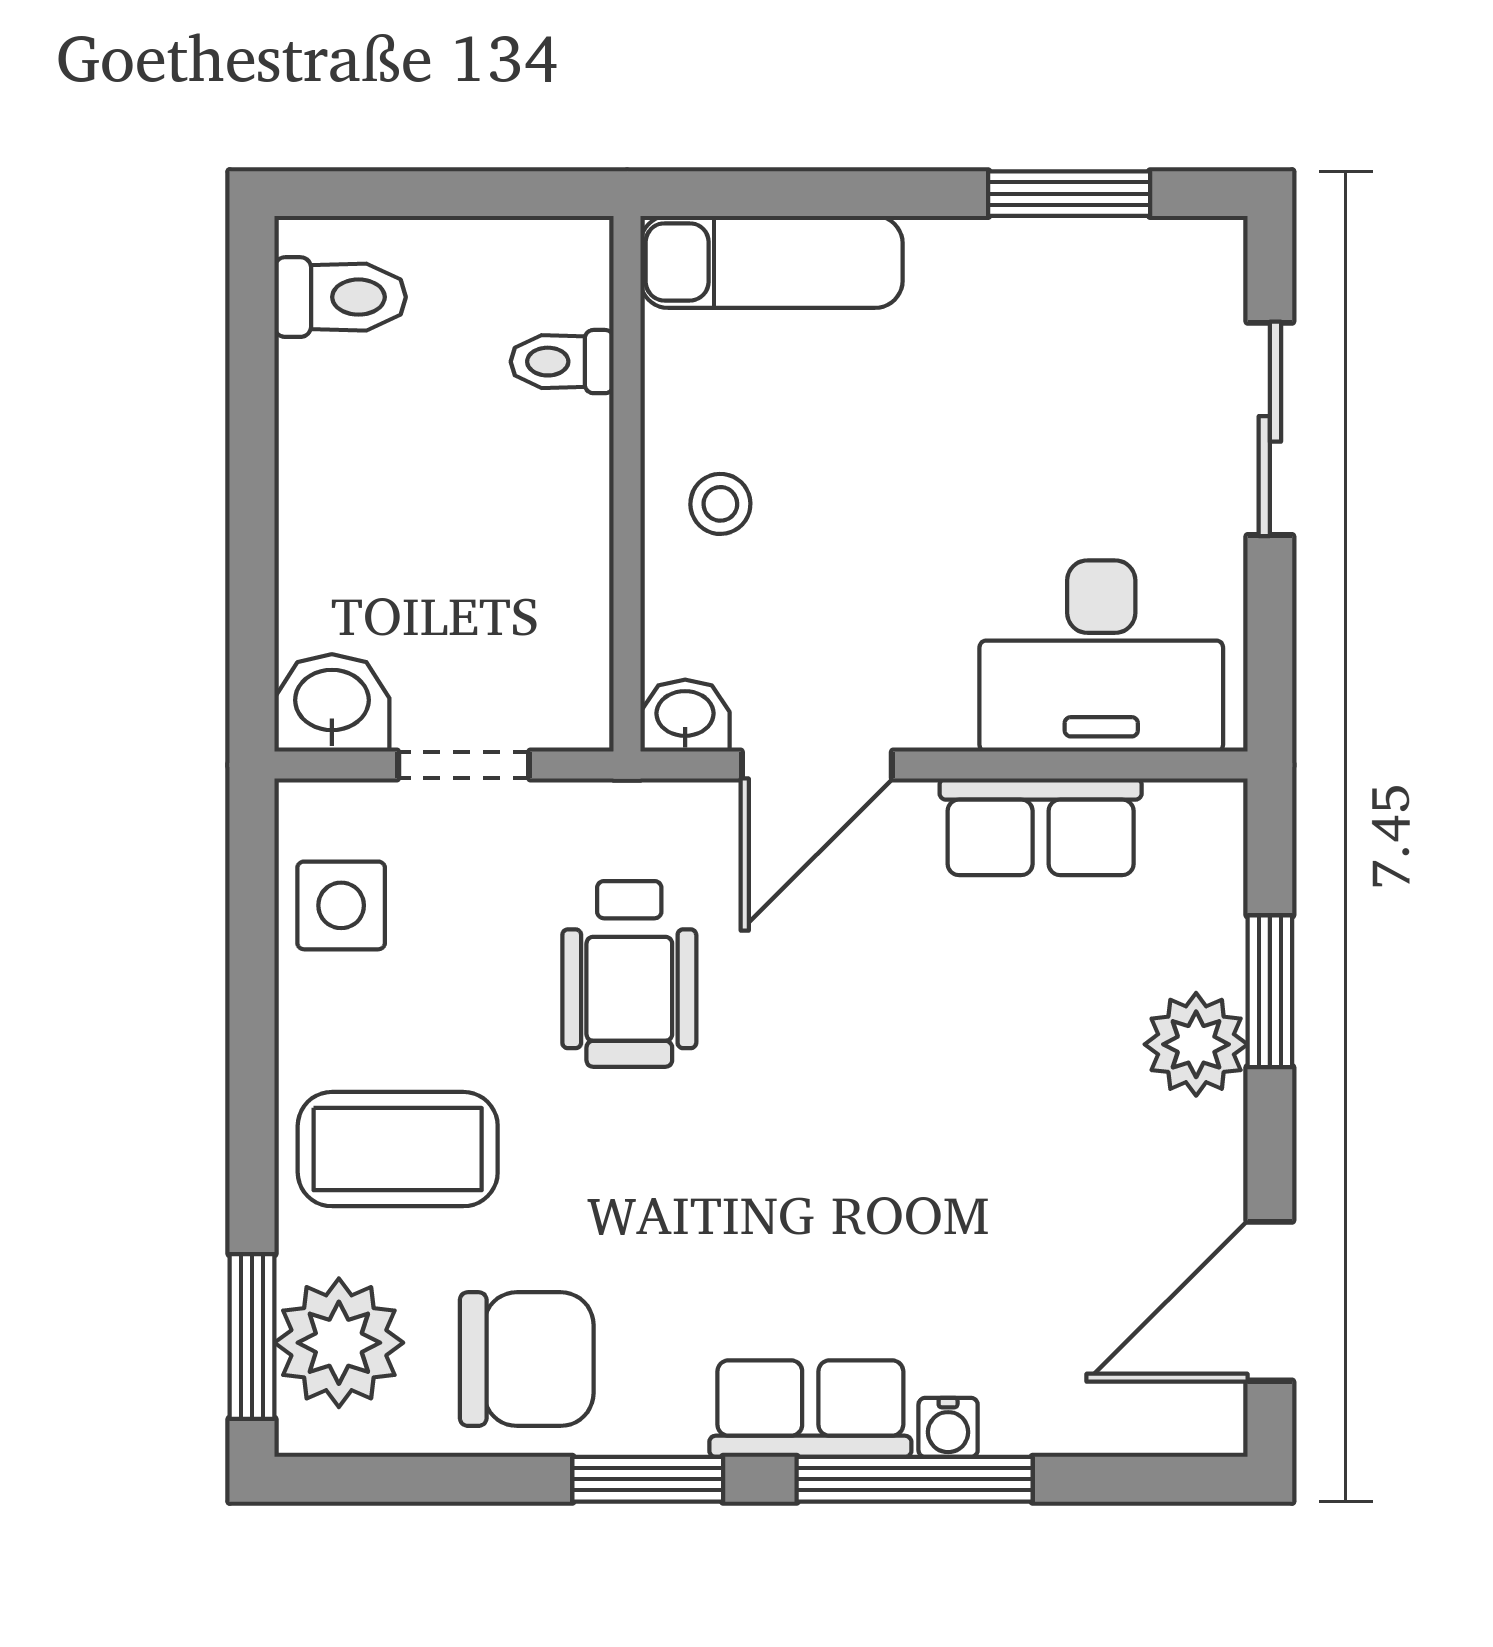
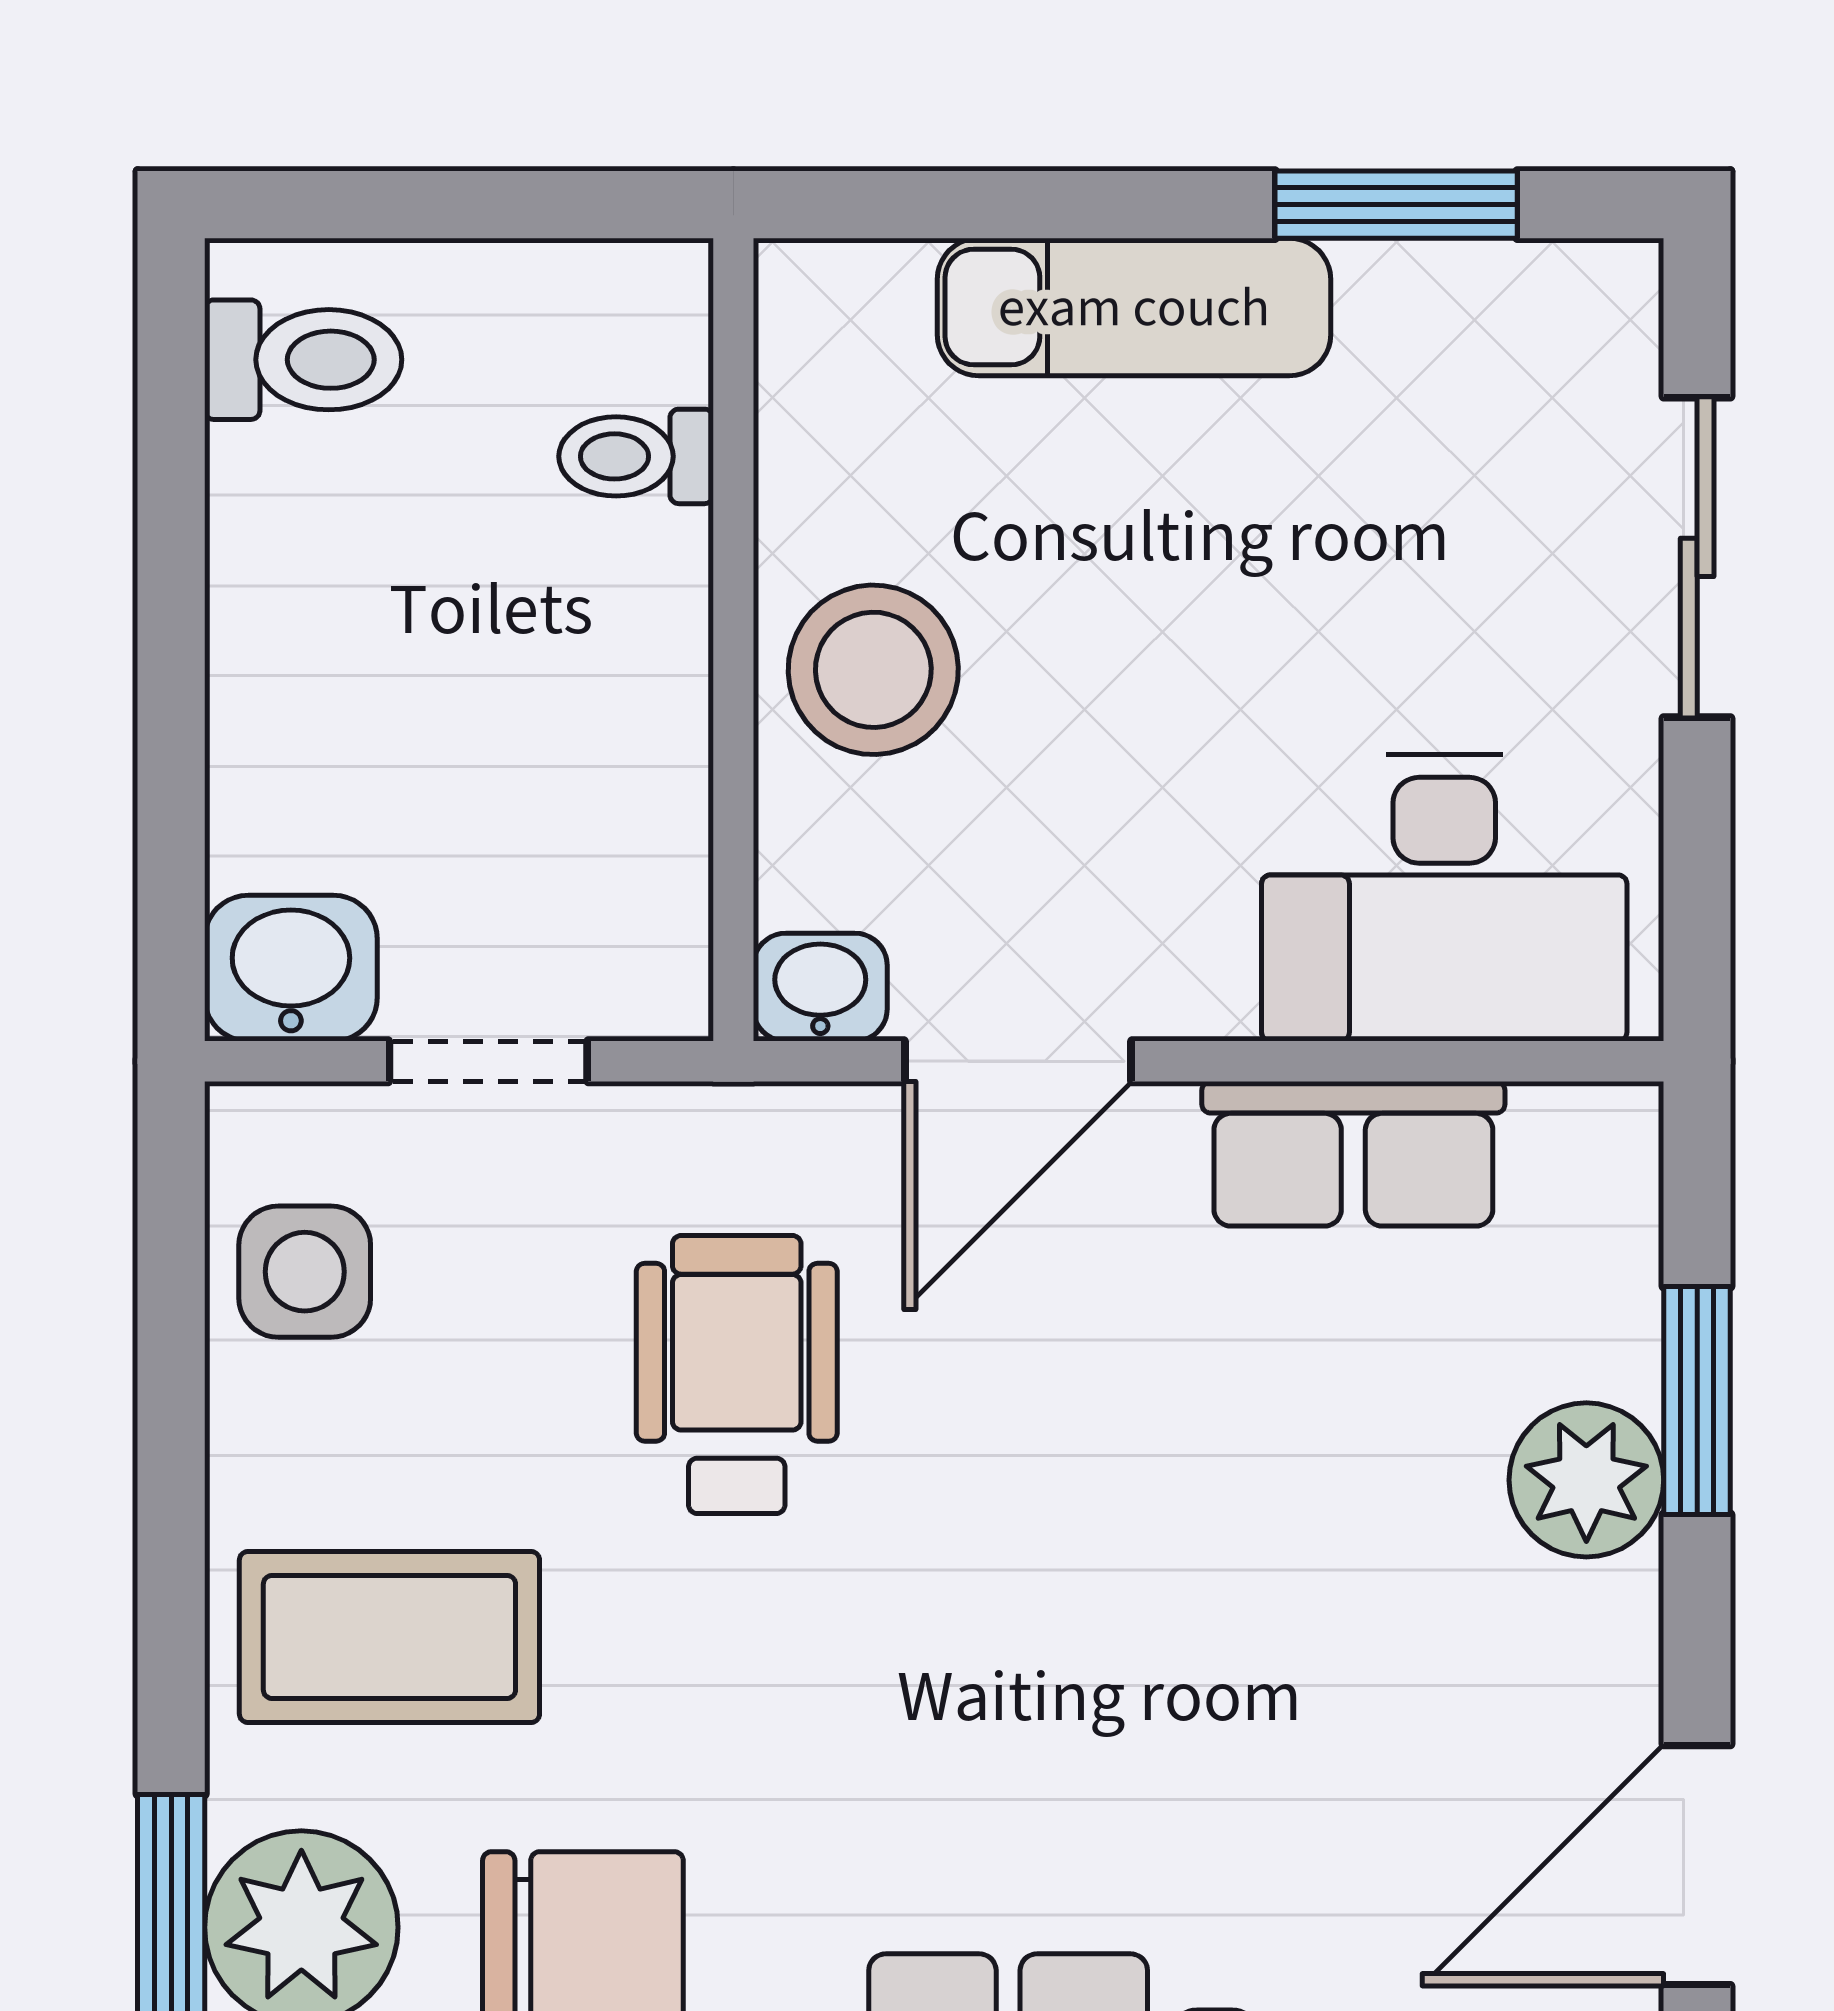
exam couch: (772, 262) -> (1134, 307), moved
stool: (720, 504) -> (873, 670), width x1.89, depth x1.89
wheelchair: (629, 974) -> (737, 1375), turned 180

